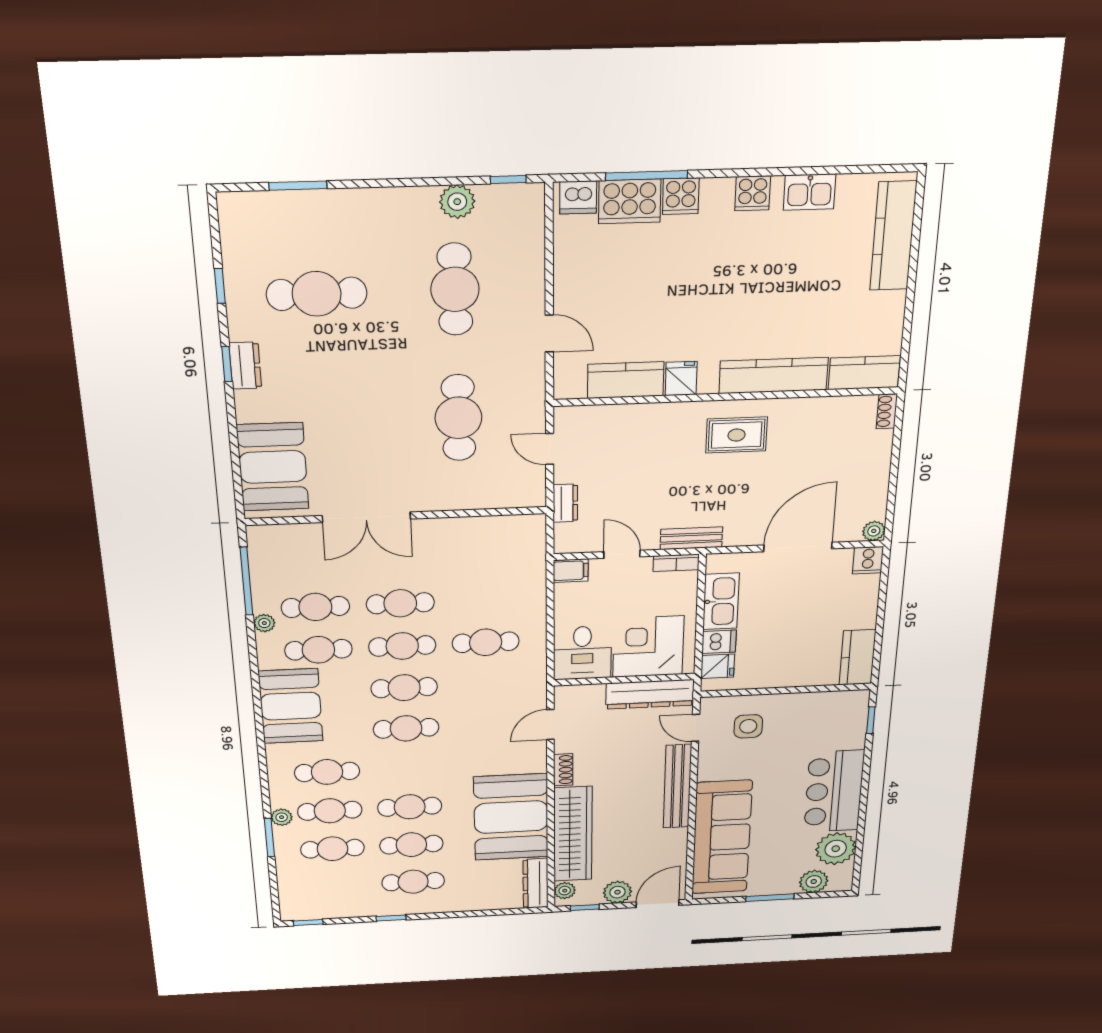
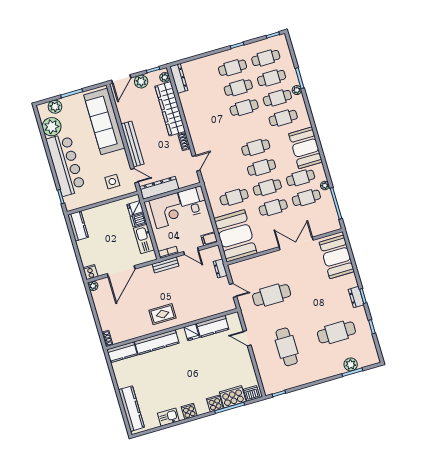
plant: (457, 202) -> (351, 364), moved
cafe table: (458, 418) -> (272, 295), turned 90
bar counter: (834, 791) -> (66, 165), width x1.36
booth: (511, 817) -> (235, 236), moved
cafe table: (335, 886) -> (266, 58), added

